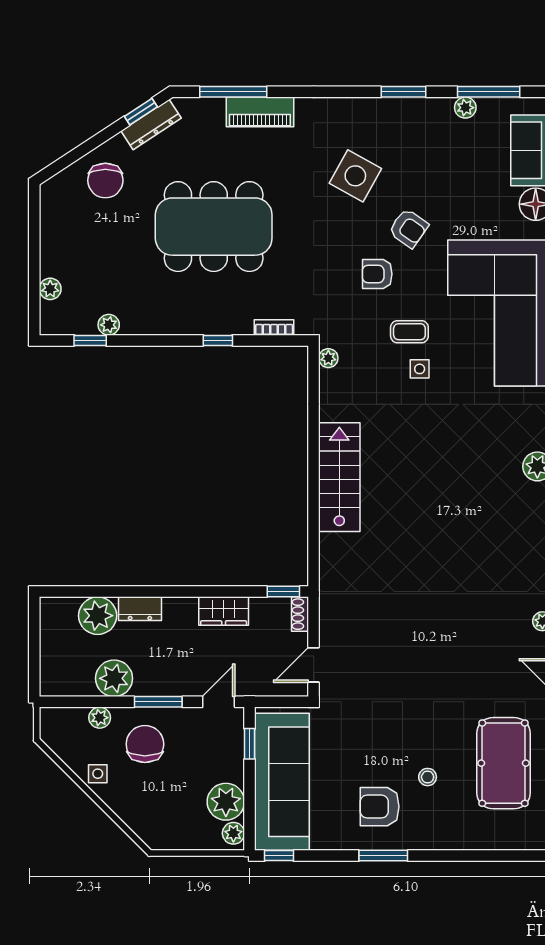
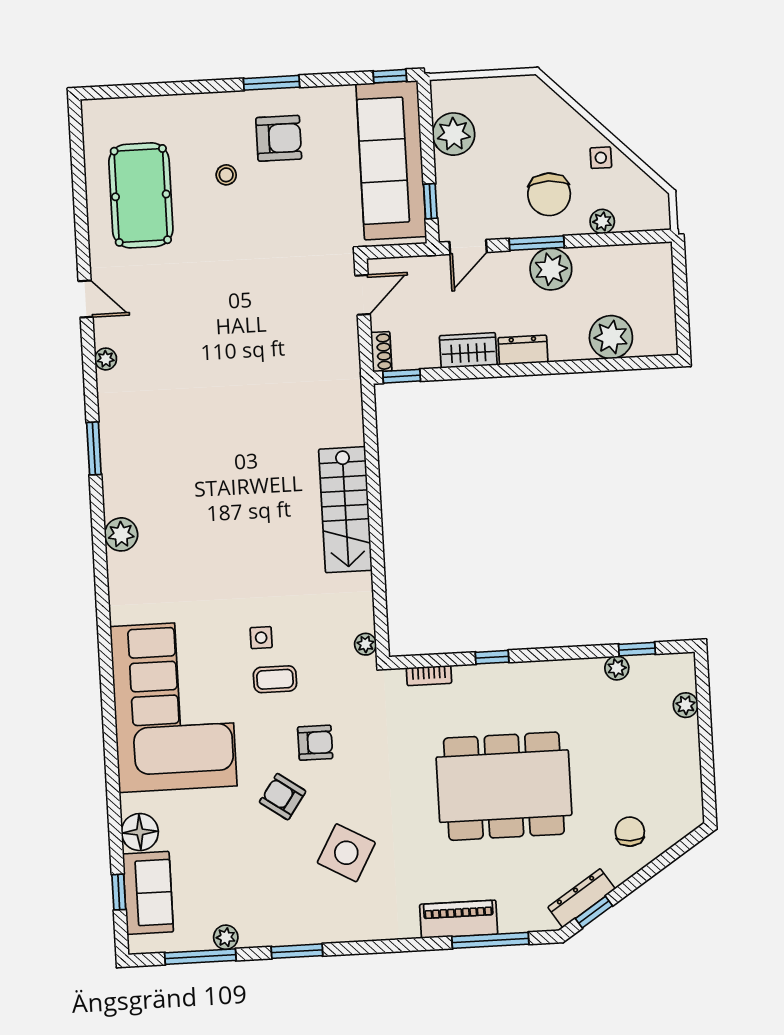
chair: (105, 180) -> (630, 832), width x0.73, depth x0.73
dresser: (140, 609) -> (523, 350), moved
plant: (114, 678) -> (551, 269), moved
plant: (233, 833) -> (443, 99), removed

